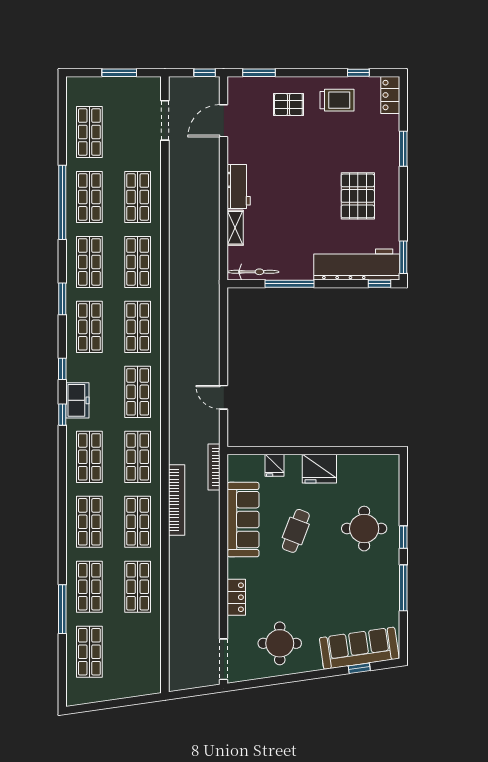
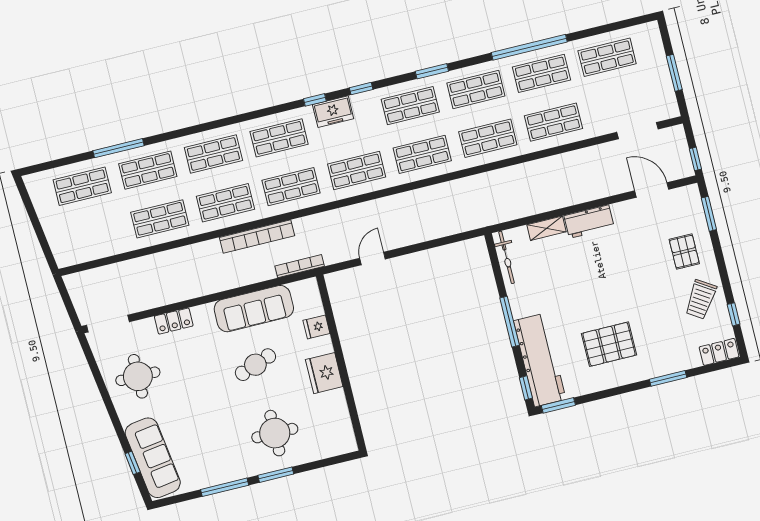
trolley: (337, 100) -> (701, 299), turned 33
window: (289, 284) -> (510, 322), moved
cafe table: (296, 531) -> (255, 365), turned -41
window: (403, 537) -> (276, 475), width x1.50

